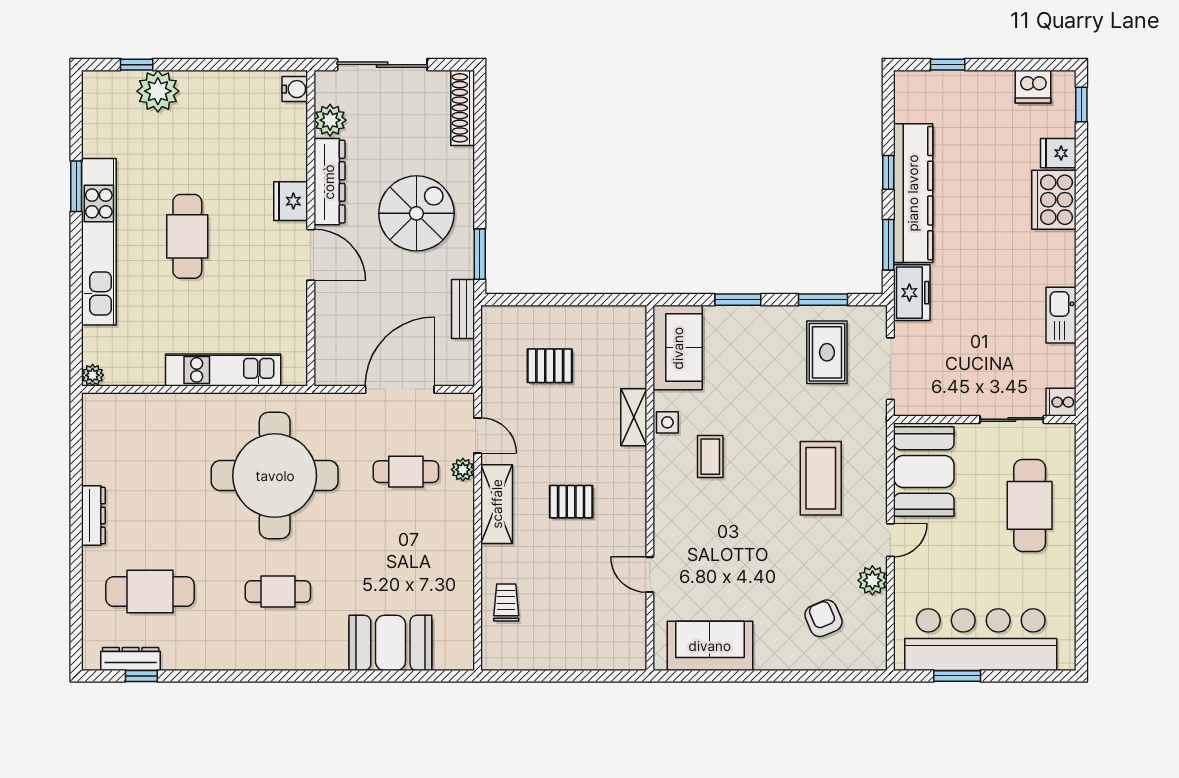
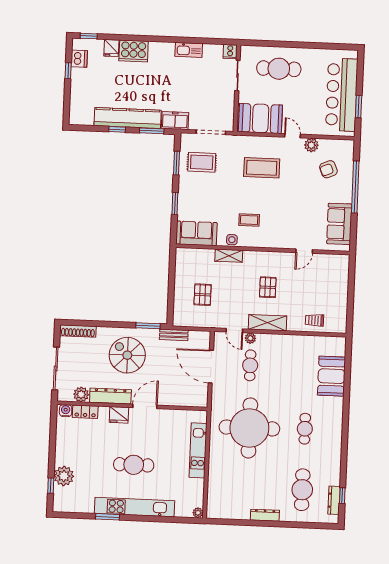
window: (948, 65) -> (68, 71), moved
locker: (294, 130) -> (85, 412), added
door: (478, 435) -> (234, 330), swing flipped
window: (789, 676) -> (355, 187), added

